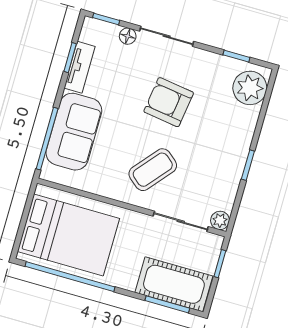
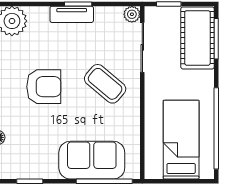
tv unit: (80, 67) -> (72, 14), moved, turned 180
armchair: (169, 102) -> (44, 87), turned -98
bed: (68, 235) -> (181, 140), width x0.67

